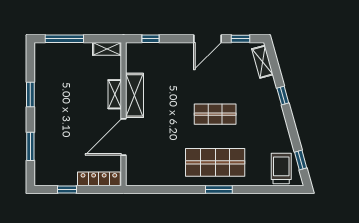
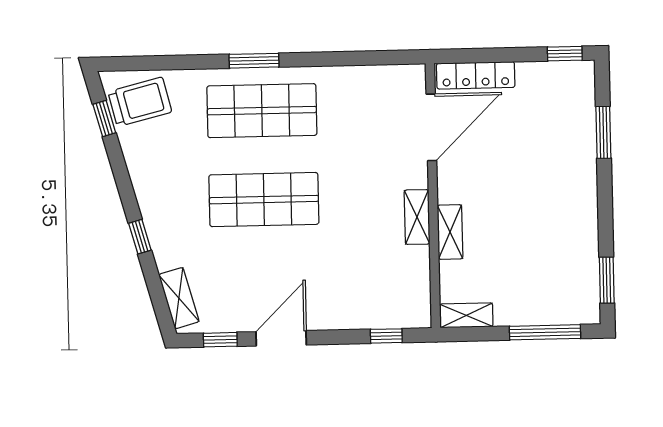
window: (30, 95) -> (607, 280), moved
shelving: (135, 95) -> (417, 217), width x0.67, depth x0.75
shop shelf: (215, 114) -> (264, 200), width x1.43, depth x1.36
door: (124, 137) -> (431, 127), moved
trolley: (281, 169) -> (140, 102), turned -104
window: (67, 190) -> (565, 54), moved

